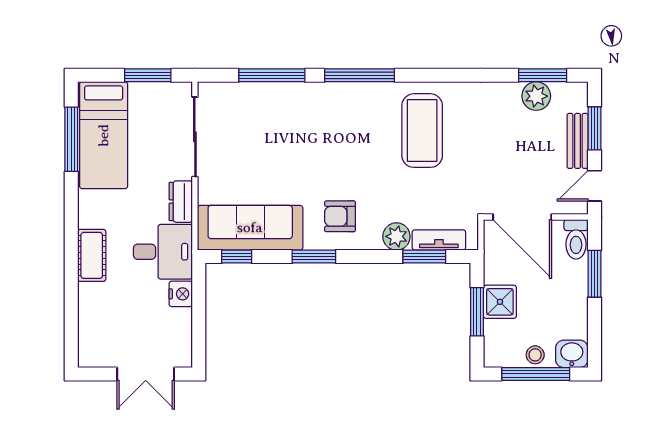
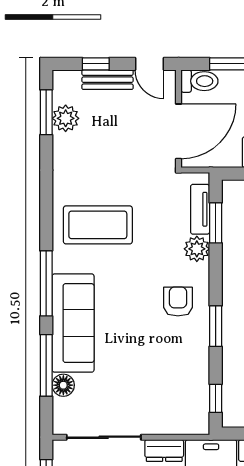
floor lamp: (251, 94) -> (63, 385), added
window: (594, 128) -> (96, 64), width x0.67
armchair: (340, 216) -> (178, 302), turned 180
sofa: (250, 228) -> (73, 323), moved, turned 180

